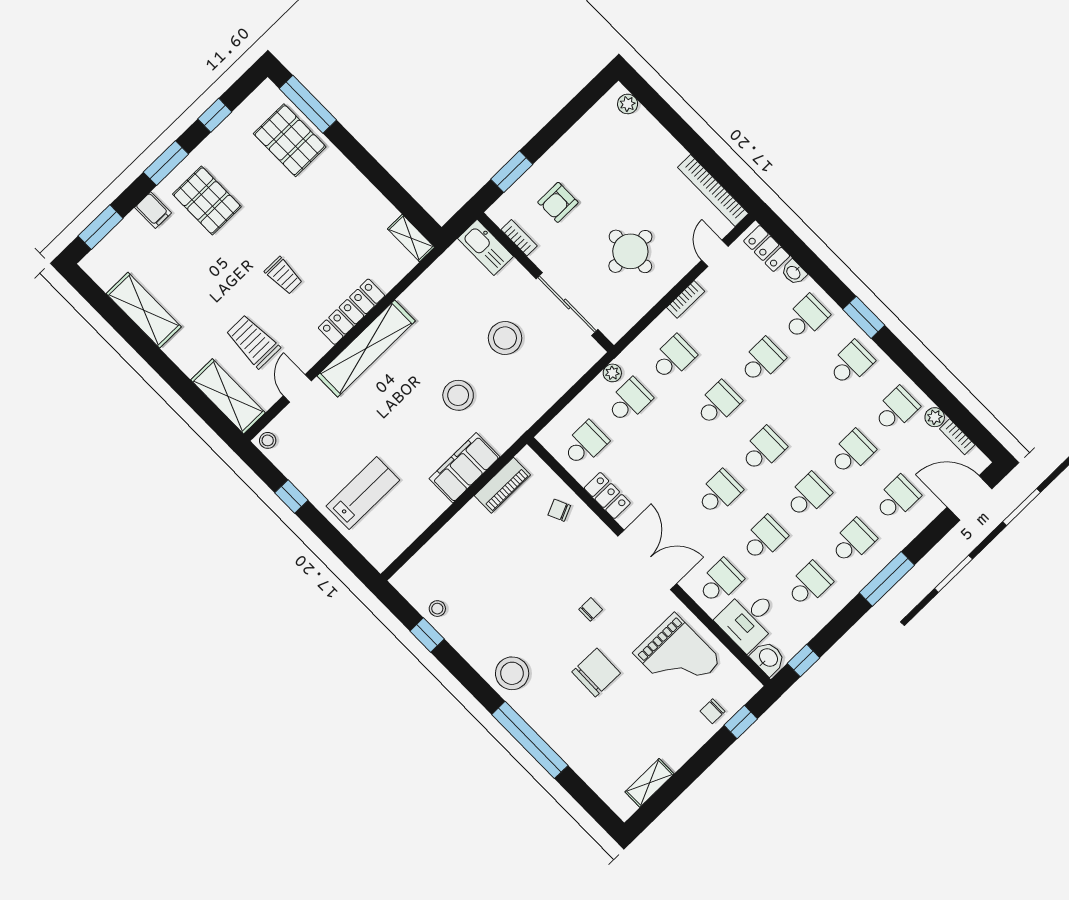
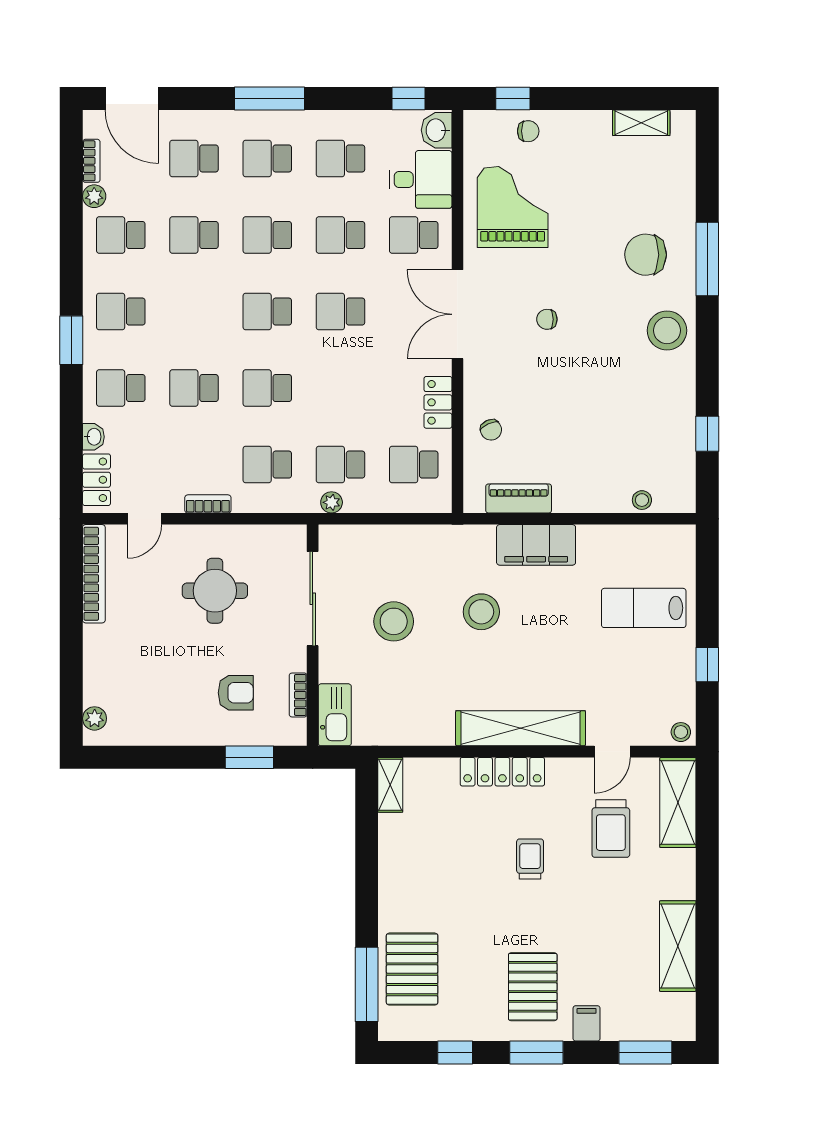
stool: (437, 609) -> (642, 500), moved
chair: (596, 673) -> (646, 255), moved
window: (530, 740) -> (707, 259), width x0.68

